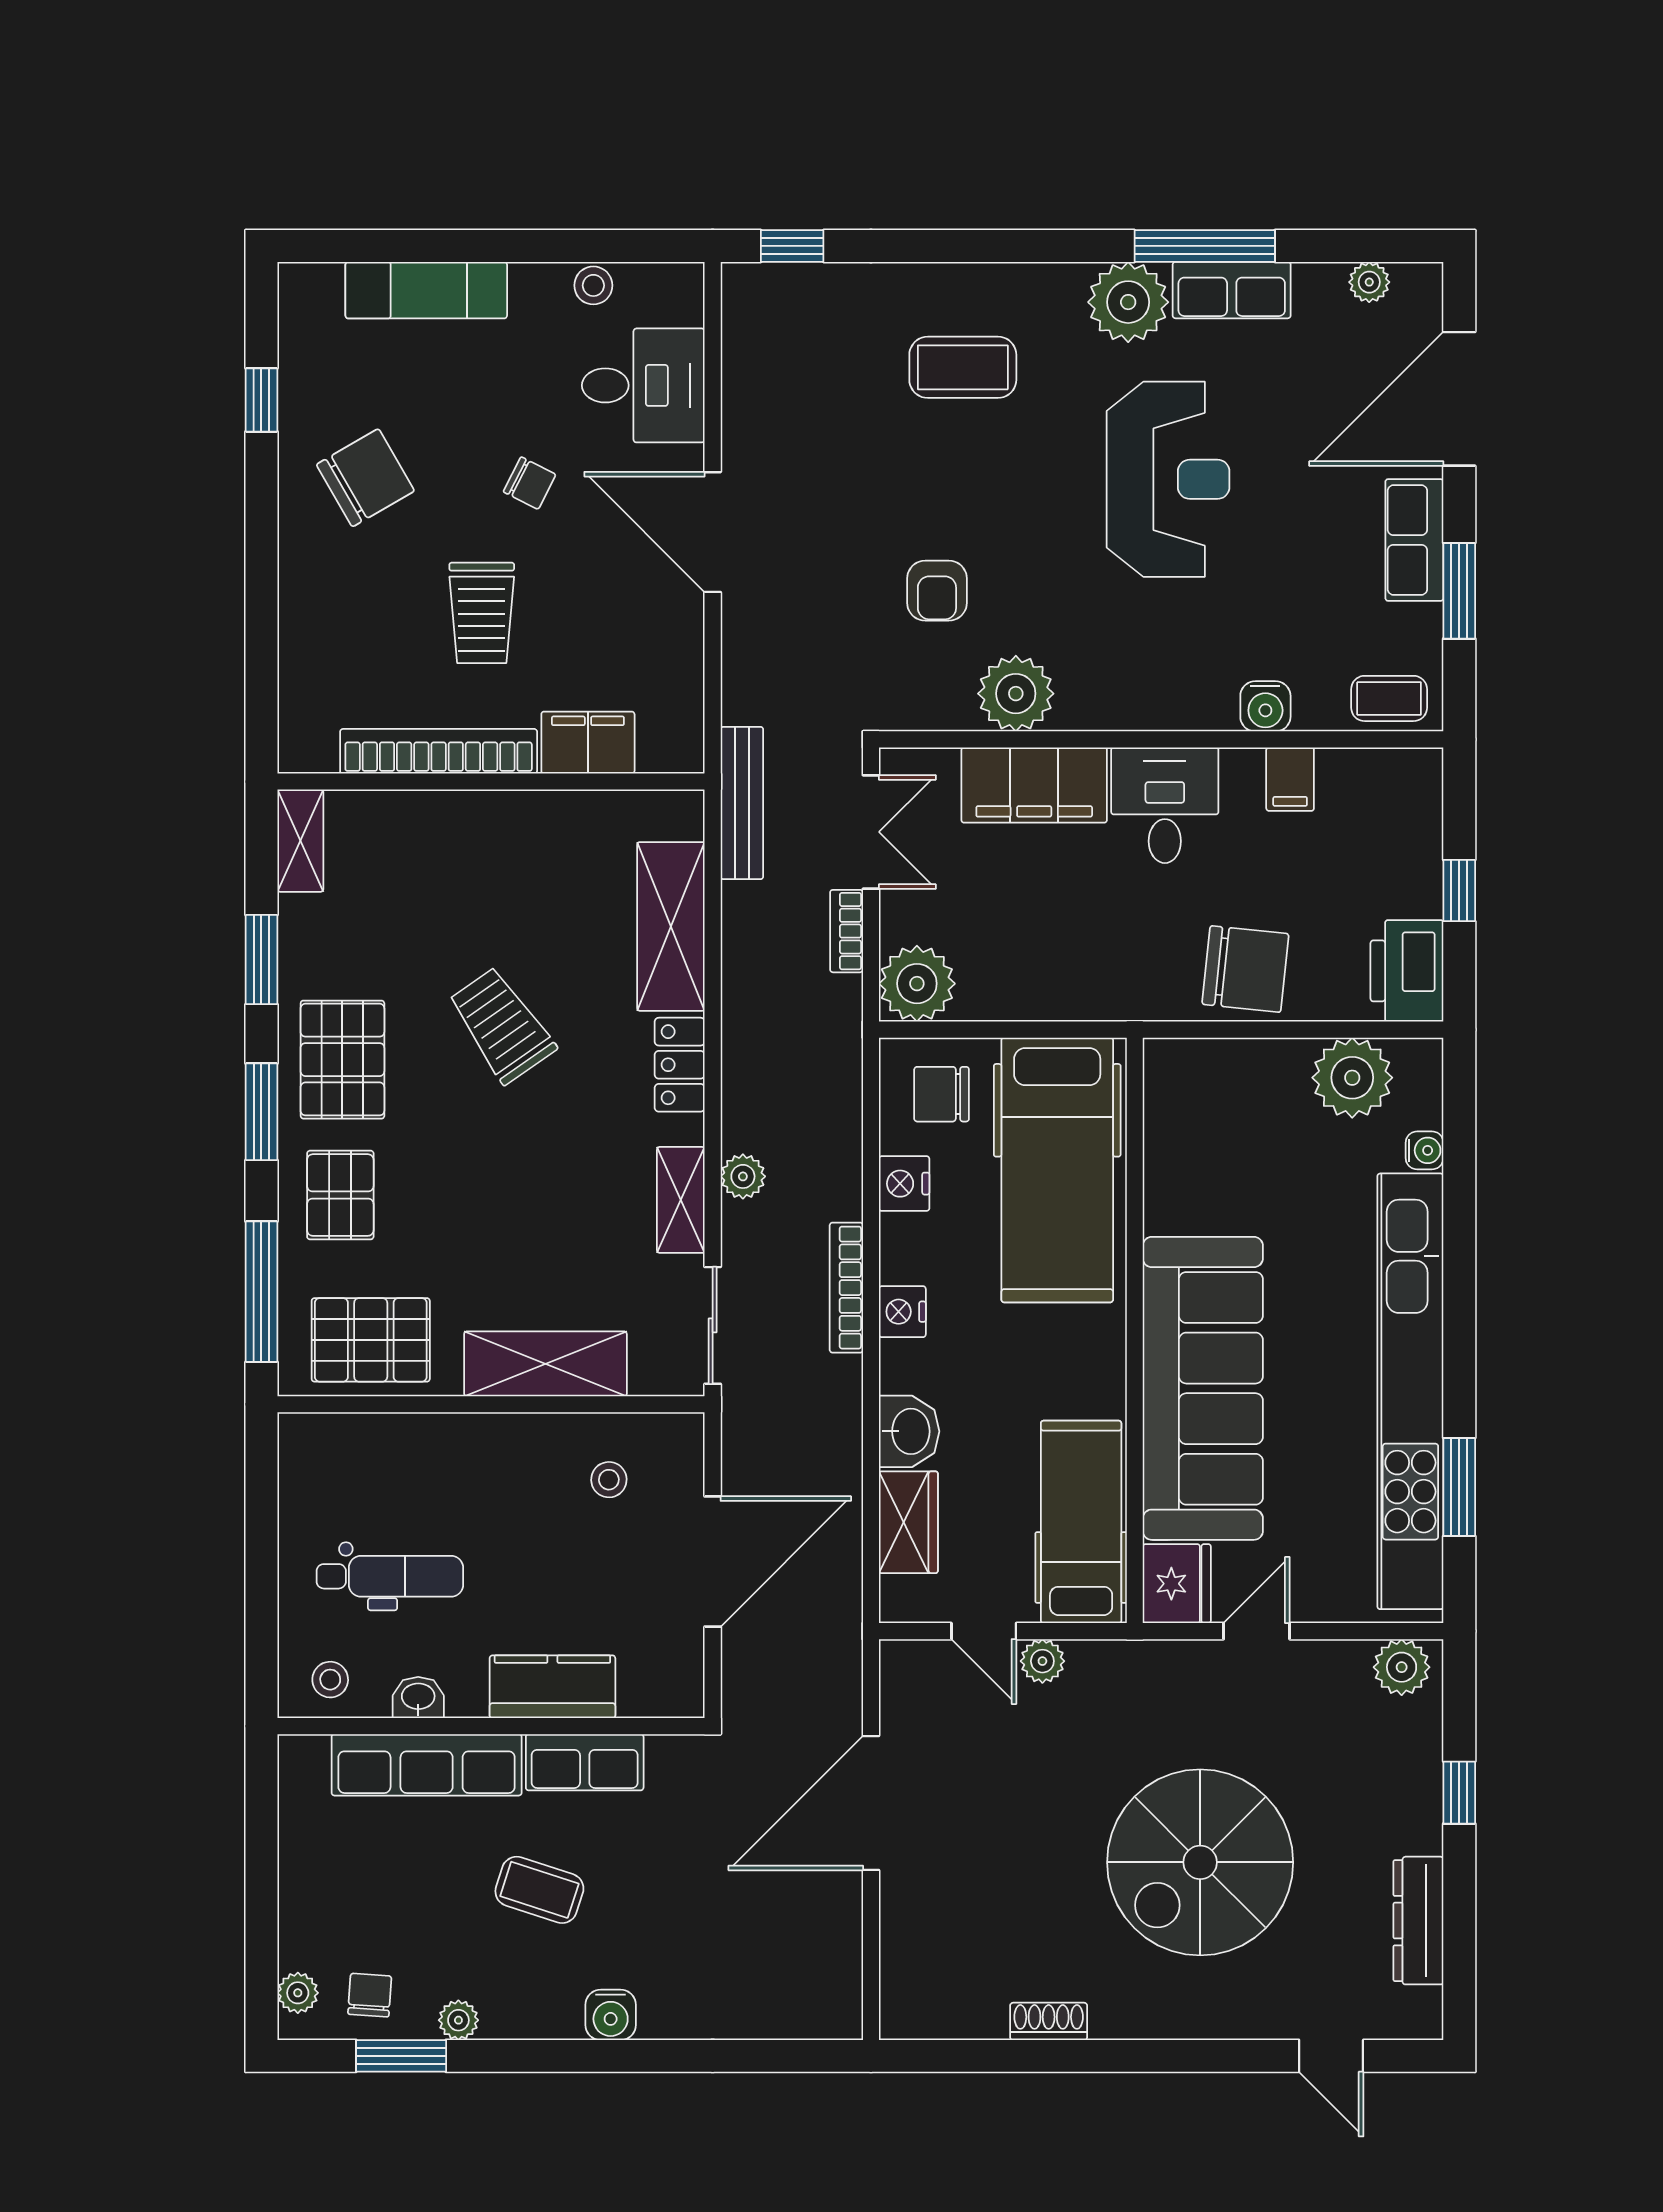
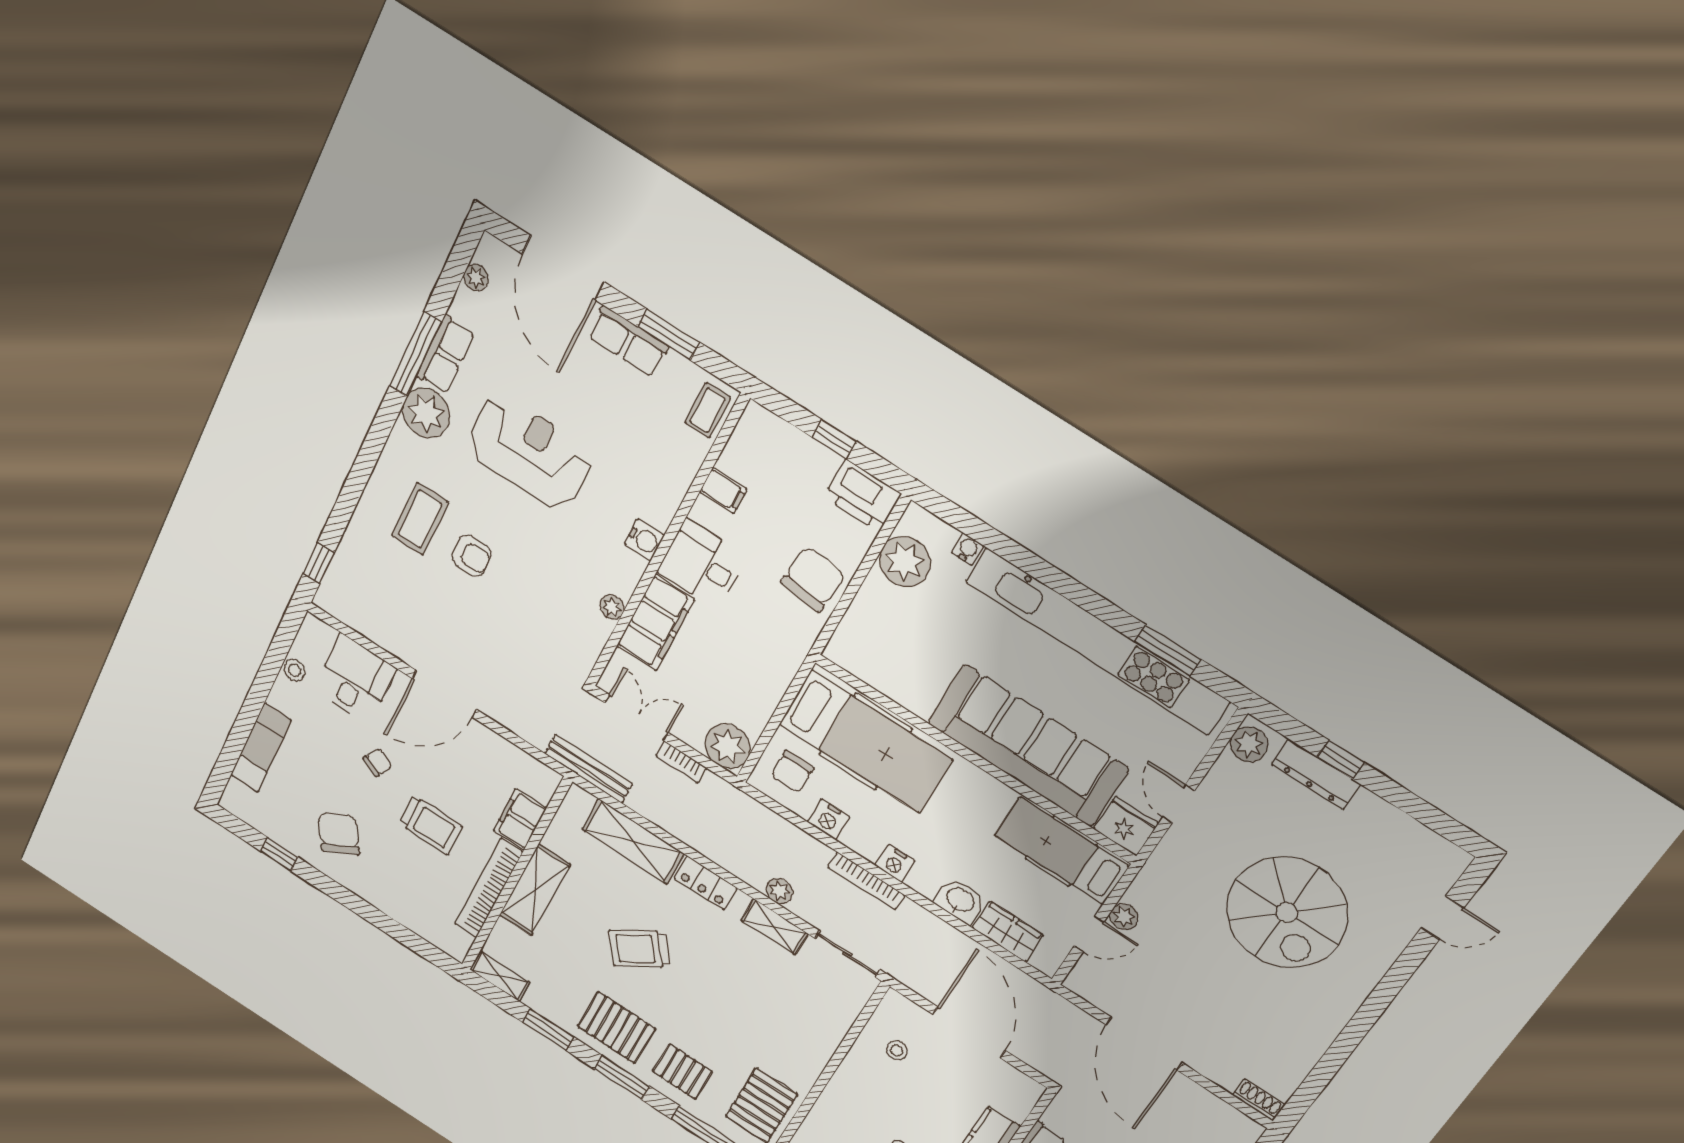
armchair: (937, 591) -> (471, 556), moved
plant: (1016, 694) -> (612, 607), width x0.53, depth x0.53
water cooler: (1265, 706) -> (644, 540), moved
shelving: (545, 1364) -> (535, 890), moved
dresser: (1418, 1921) -> (1316, 774), moved
shoe rack: (1049, 2021) -> (1259, 1100), moved, turned 90

